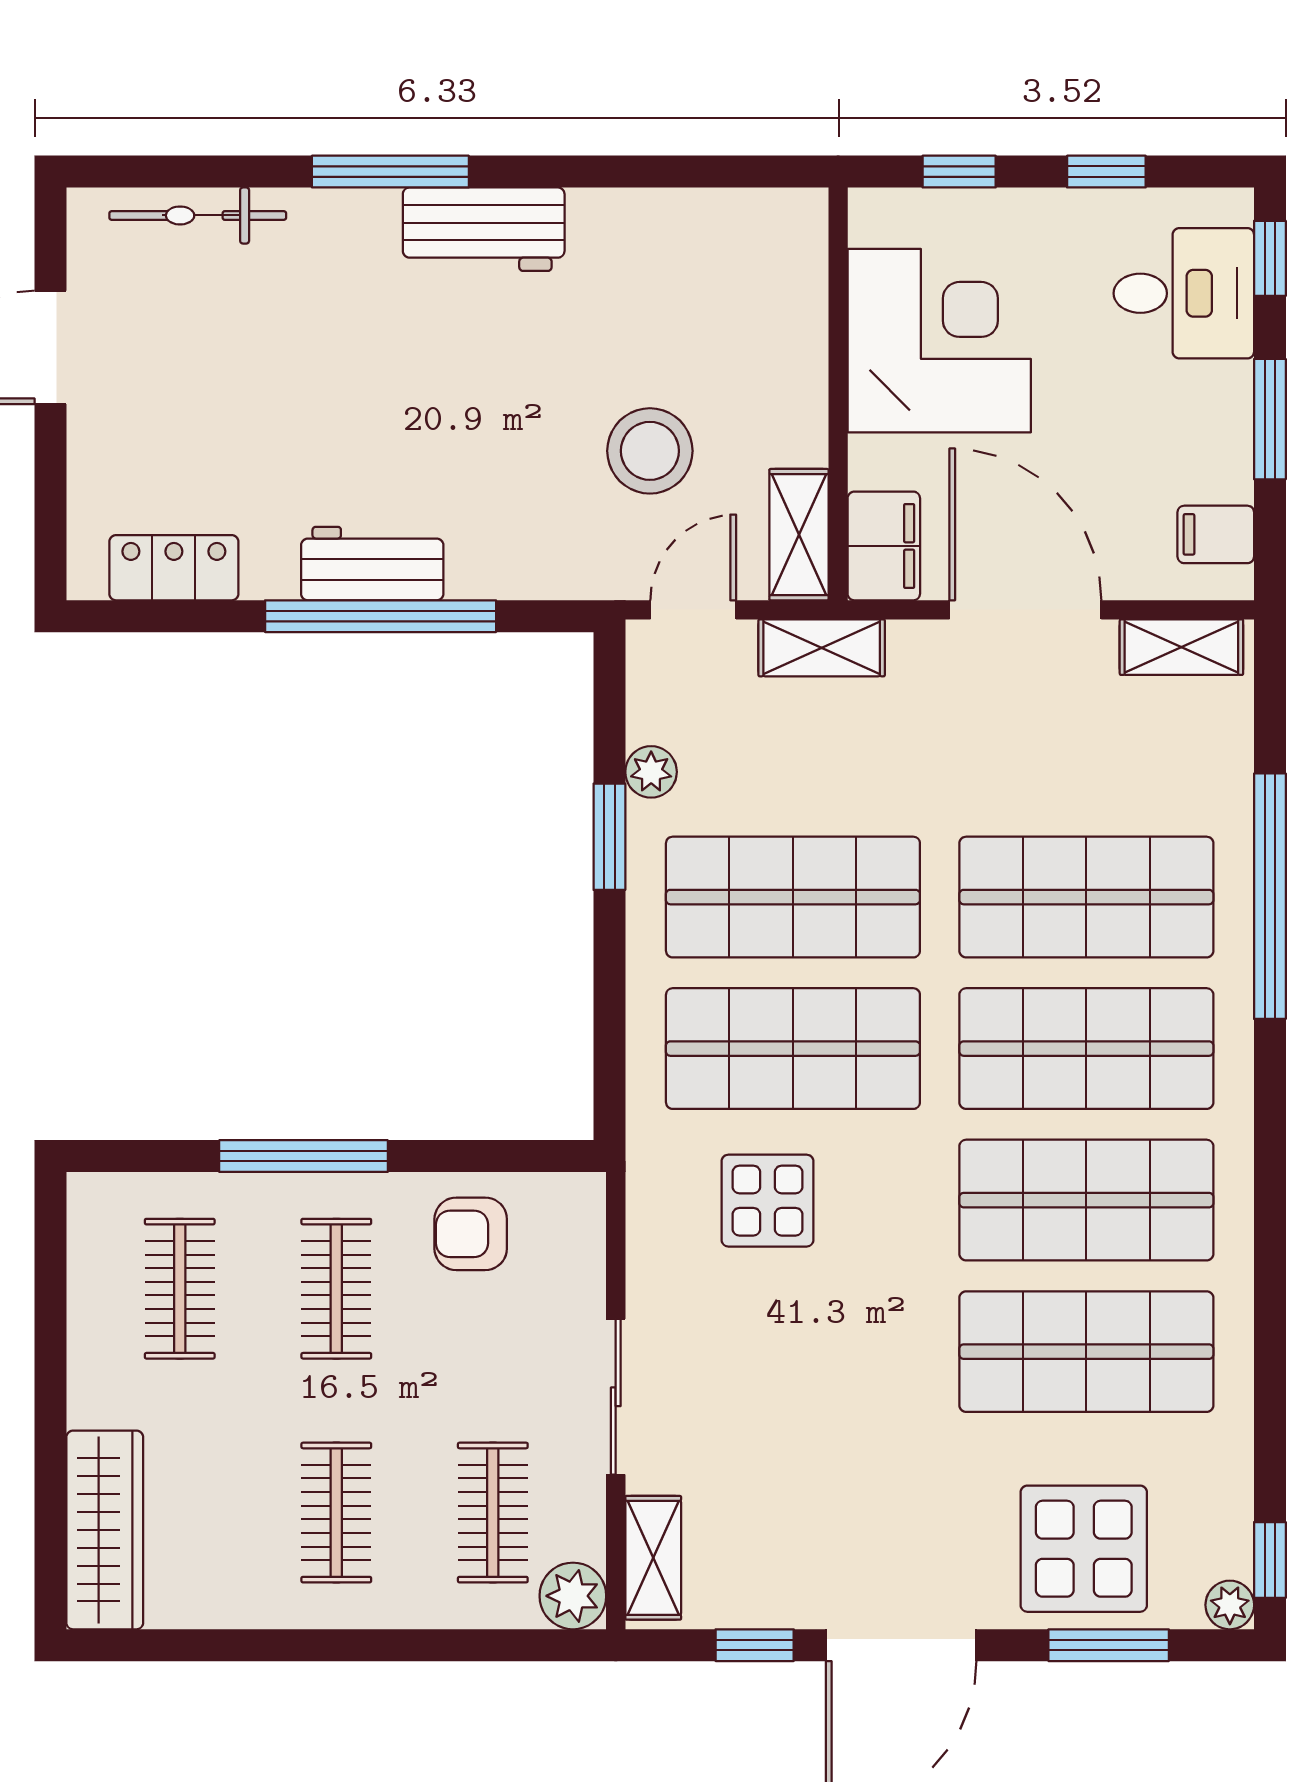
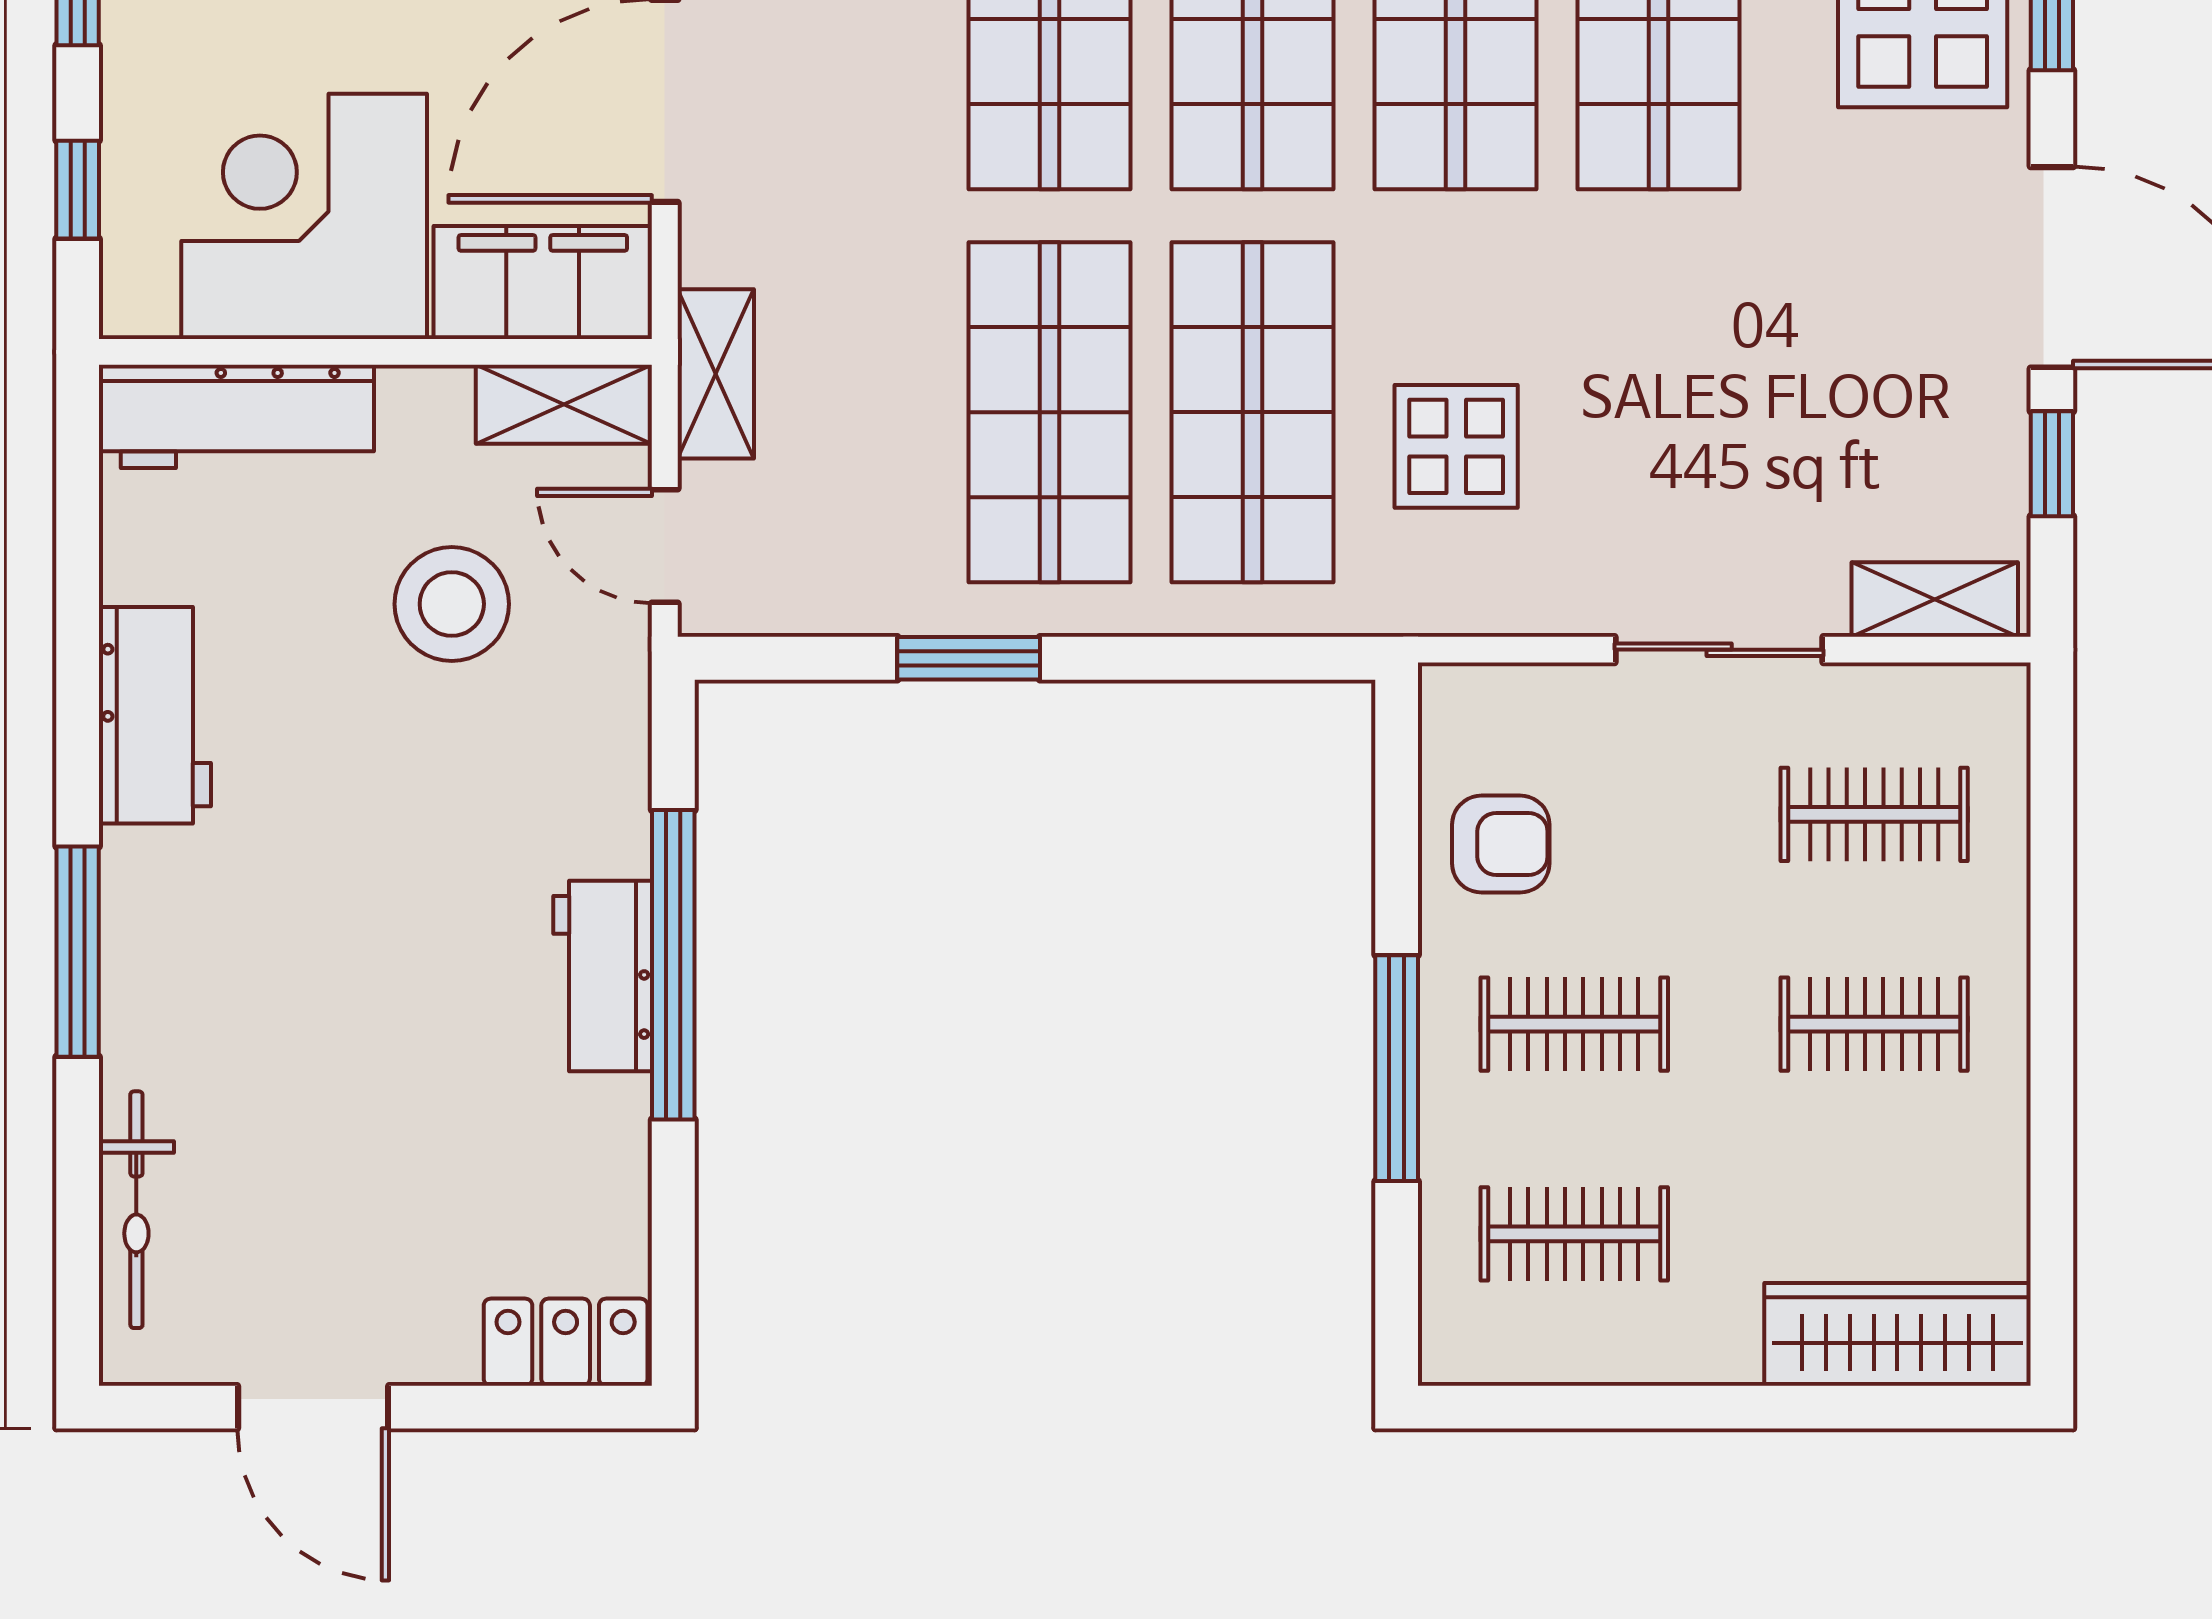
workbench: (484, 229) -> (155, 715), moved
workbench: (790, 290) -> (236, 416), added
filing cabinet: (884, 546) -> (543, 283), width x1.50, depth x1.17
locker: (174, 568) -> (566, 1342), moved, turned 90
plant: (651, 772) -> (882, 602), removed
armchair: (471, 1234) -> (1501, 844), turned -90
plant: (573, 1596) -> (1986, 707), removed

